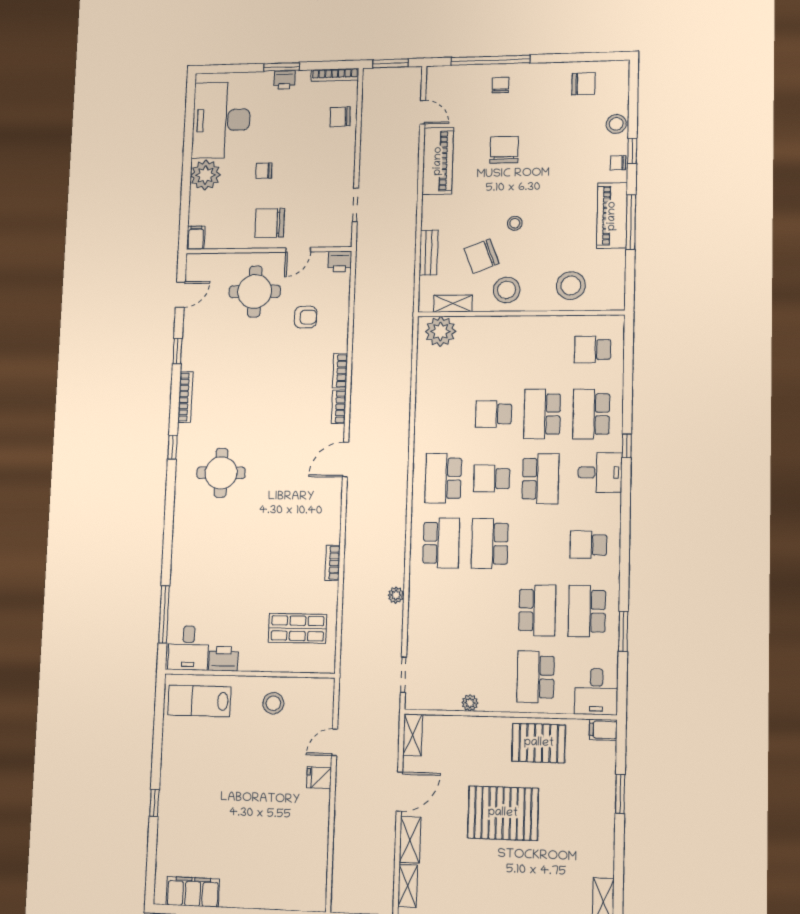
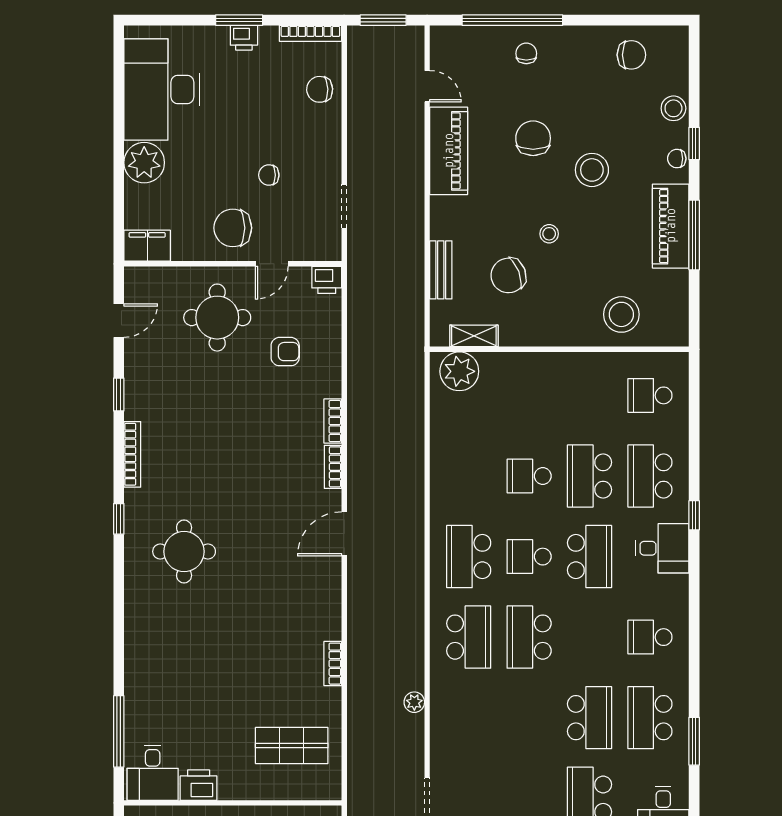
chair: (264, 171) -> (269, 175), moved
filing cabinet: (196, 238) -> (147, 246), width x2.00
stool: (507, 290) -> (592, 170), moved

